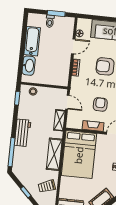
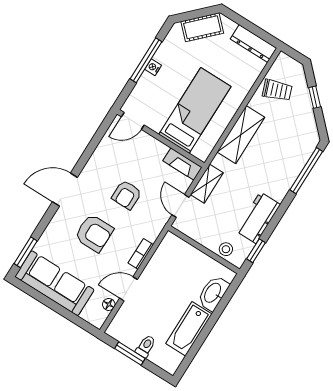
armchair: (100, 104) -> (127, 195), moved
fireplace: (93, 126) -> (182, 164), moved
workbench: (23, 133) -> (258, 218), moved
bed: (79, 155) -> (195, 110), width x0.67

